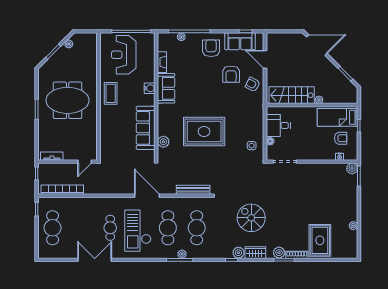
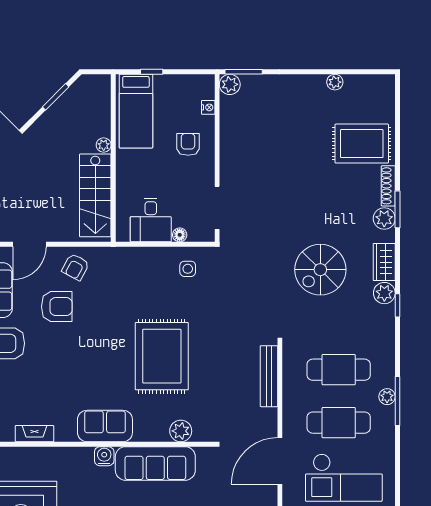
water cooler: (150, 88) -> (104, 456), moved
sofa: (166, 88) -> (105, 426), moved
armchair: (341, 138) -> (188, 144), moved

